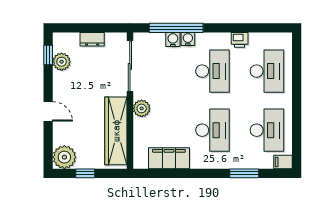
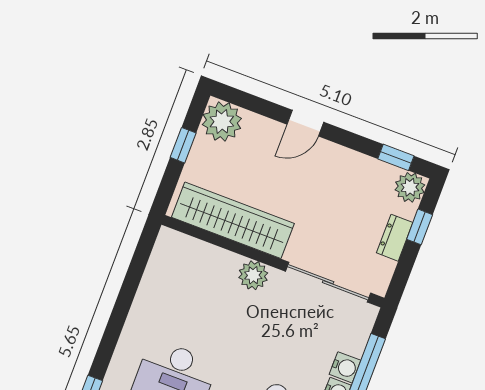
window: (81, 28) -> (420, 227), added
plant: (62, 62) -> (410, 187), moved
filing cabinet: (169, 158) -> (157, 289), removed

